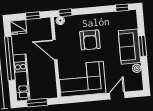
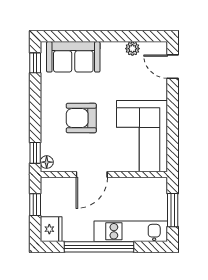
armchair: (90, 40) -> (81, 118), turned 180
window: (143, 46) -> (98, 36), removed
sofa: (130, 47) -> (73, 57), moved
door: (117, 96) -> (173, 67), moved

